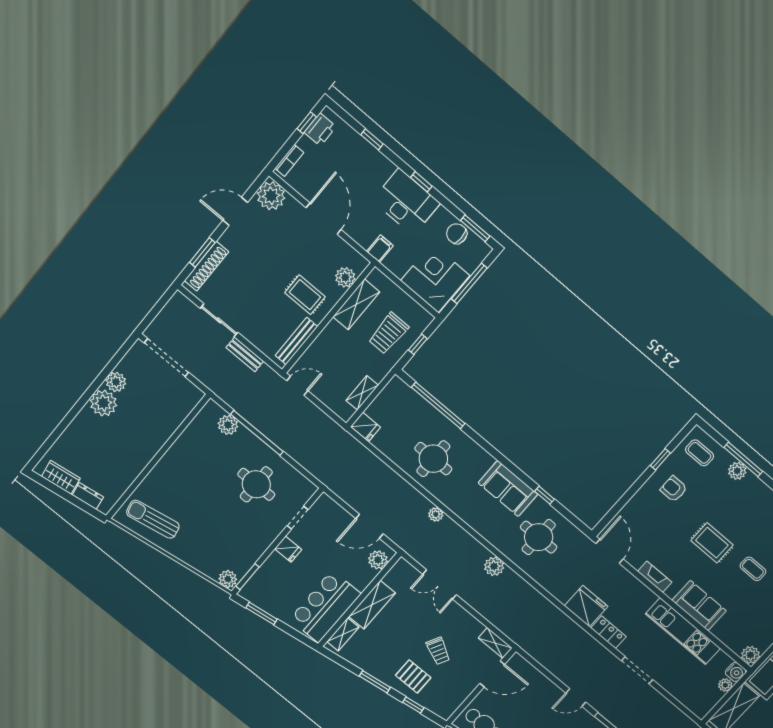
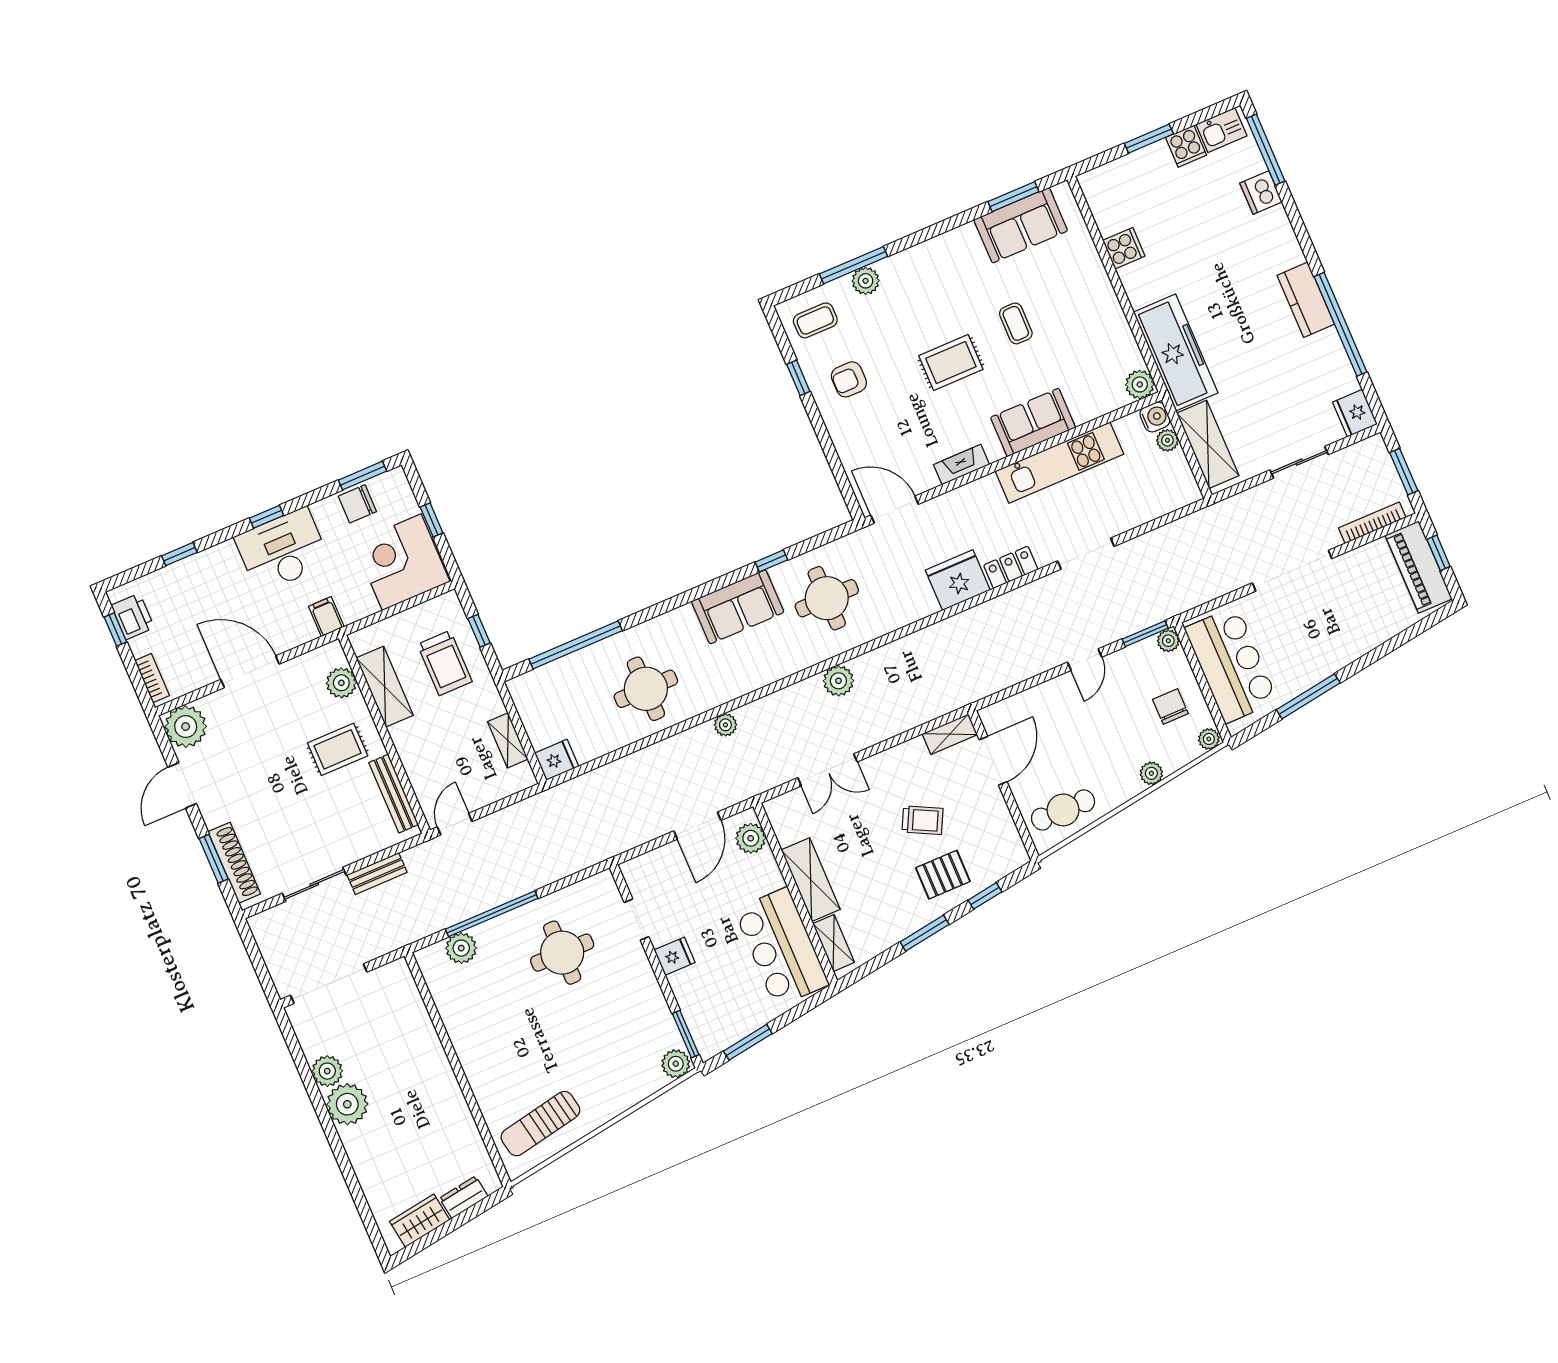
window: (469, 283) -> (432, 520), width x0.46
coffee table: (753, 569) -> (1016, 323), turned 90

